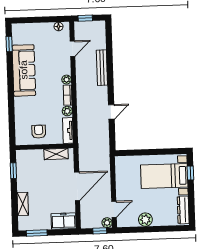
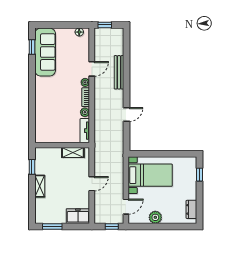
door: (72, 49) -> (92, 69), moved
sofa: (24, 70) -> (45, 52), moved
armchair: (39, 132) -> (57, 131), removed
bed with nightstands: (164, 176) -> (150, 175), moved, turned 180
door: (77, 186) -> (92, 184), width x0.53
shelving: (23, 204) -> (40, 186), moved
dresser: (183, 210) -> (191, 209), width x0.70
plant: (107, 223) -> (119, 219), removed

